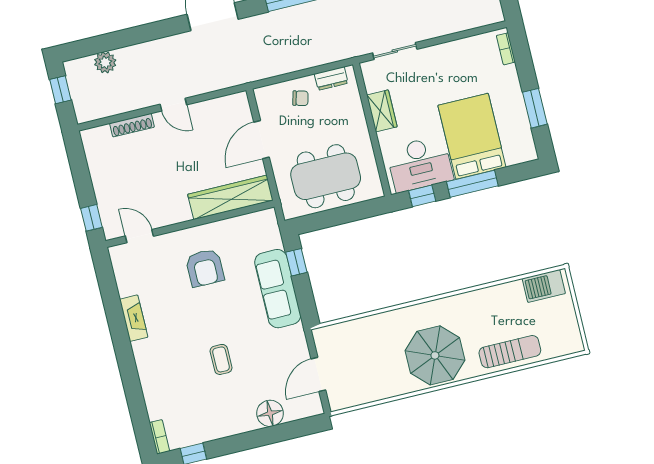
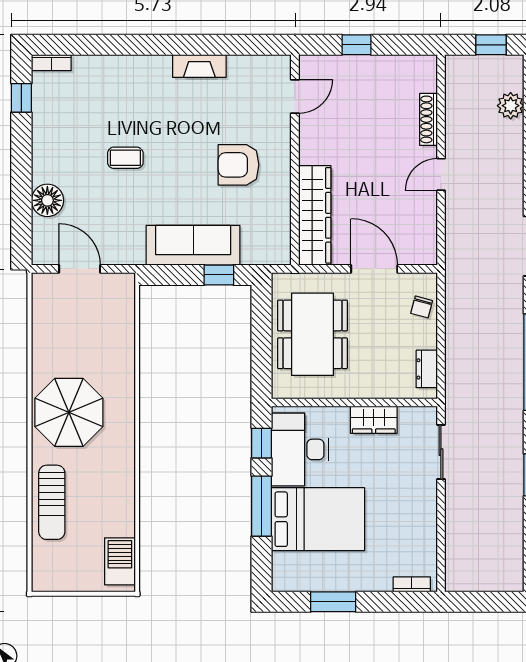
chair: (300, 98) -> (422, 307), moved
window: (91, 218) -> (356, 45), moved

